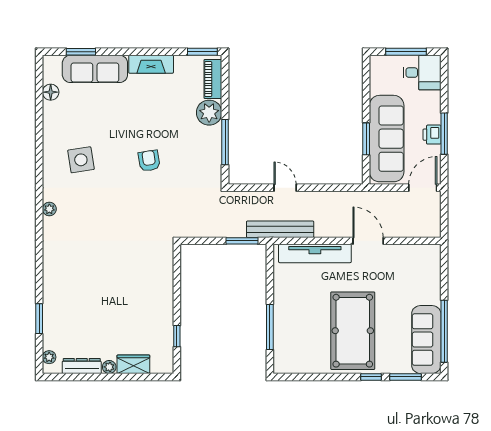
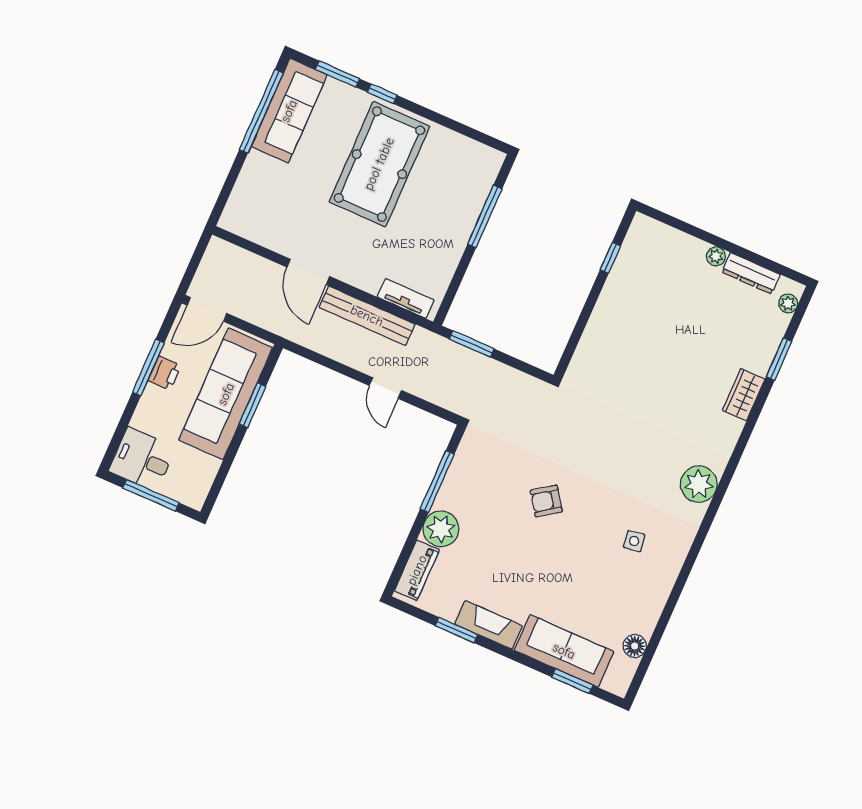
window: (202, 52) -> (456, 630), moved
side table: (81, 160) -> (634, 541), width x0.54, depth x0.54
armchair: (149, 161) -> (546, 501), turned 64
plant: (49, 209) -> (699, 484), width x1.87, depth x1.87
bench: (280, 229) -> (367, 316), moved
tv unit: (315, 253) -> (406, 298), width x0.52, depth x0.78
wardrobe: (133, 364) -> (744, 395), moved, turned 90

